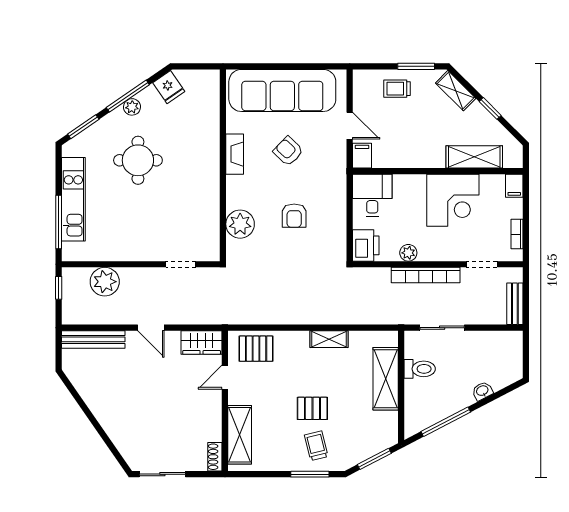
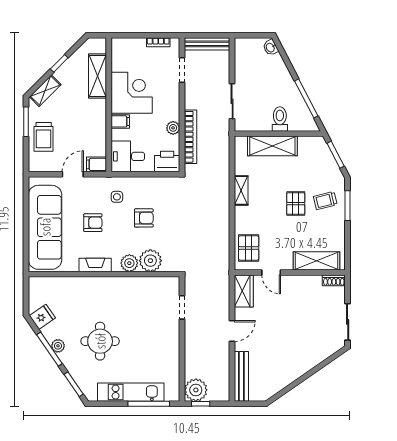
trolley: (397, 89) -> (44, 137), width x1.36, depth x1.39
armchair: (288, 151) -> (93, 223), turned -134
side table: (321, 182) -> (117, 197), added
filing cabinet: (514, 186) -> (120, 121), moved
plant: (237, 197) -> (129, 263), added
bookcase: (426, 275) -> (191, 137), moved
plant: (105, 282) -> (196, 390), moved
bench: (515, 304) -> (207, 44), width x1.36
toilet: (420, 369) -> (280, 119), moved
washbasin: (482, 391) -> (271, 47), moved

